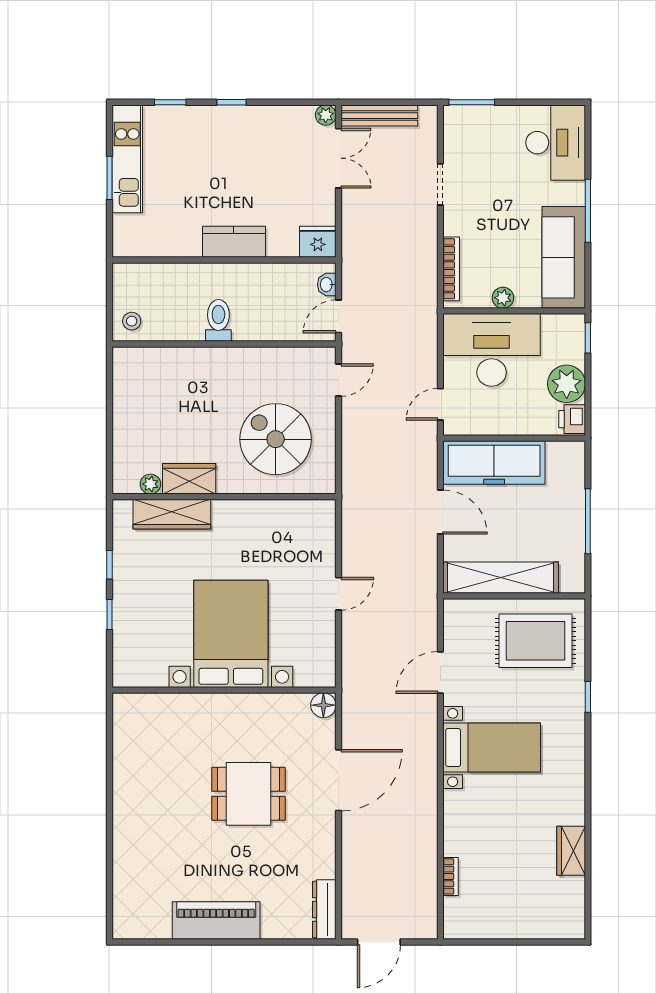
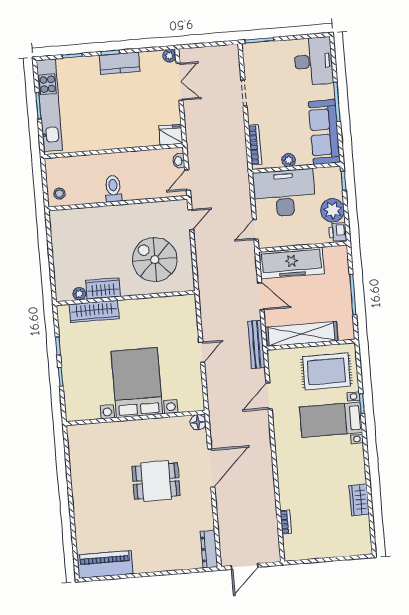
bench: (379, 116) -> (256, 345), moved, turned 90
kitchen unit: (127, 159) -> (49, 105), width x1.36
kitchen counter: (234, 242) -> (120, 63), moved, turned 180
bed with nightstands: (492, 748) -> (331, 420), moved, turned 180
piano: (216, 921) -> (105, 564), moved

